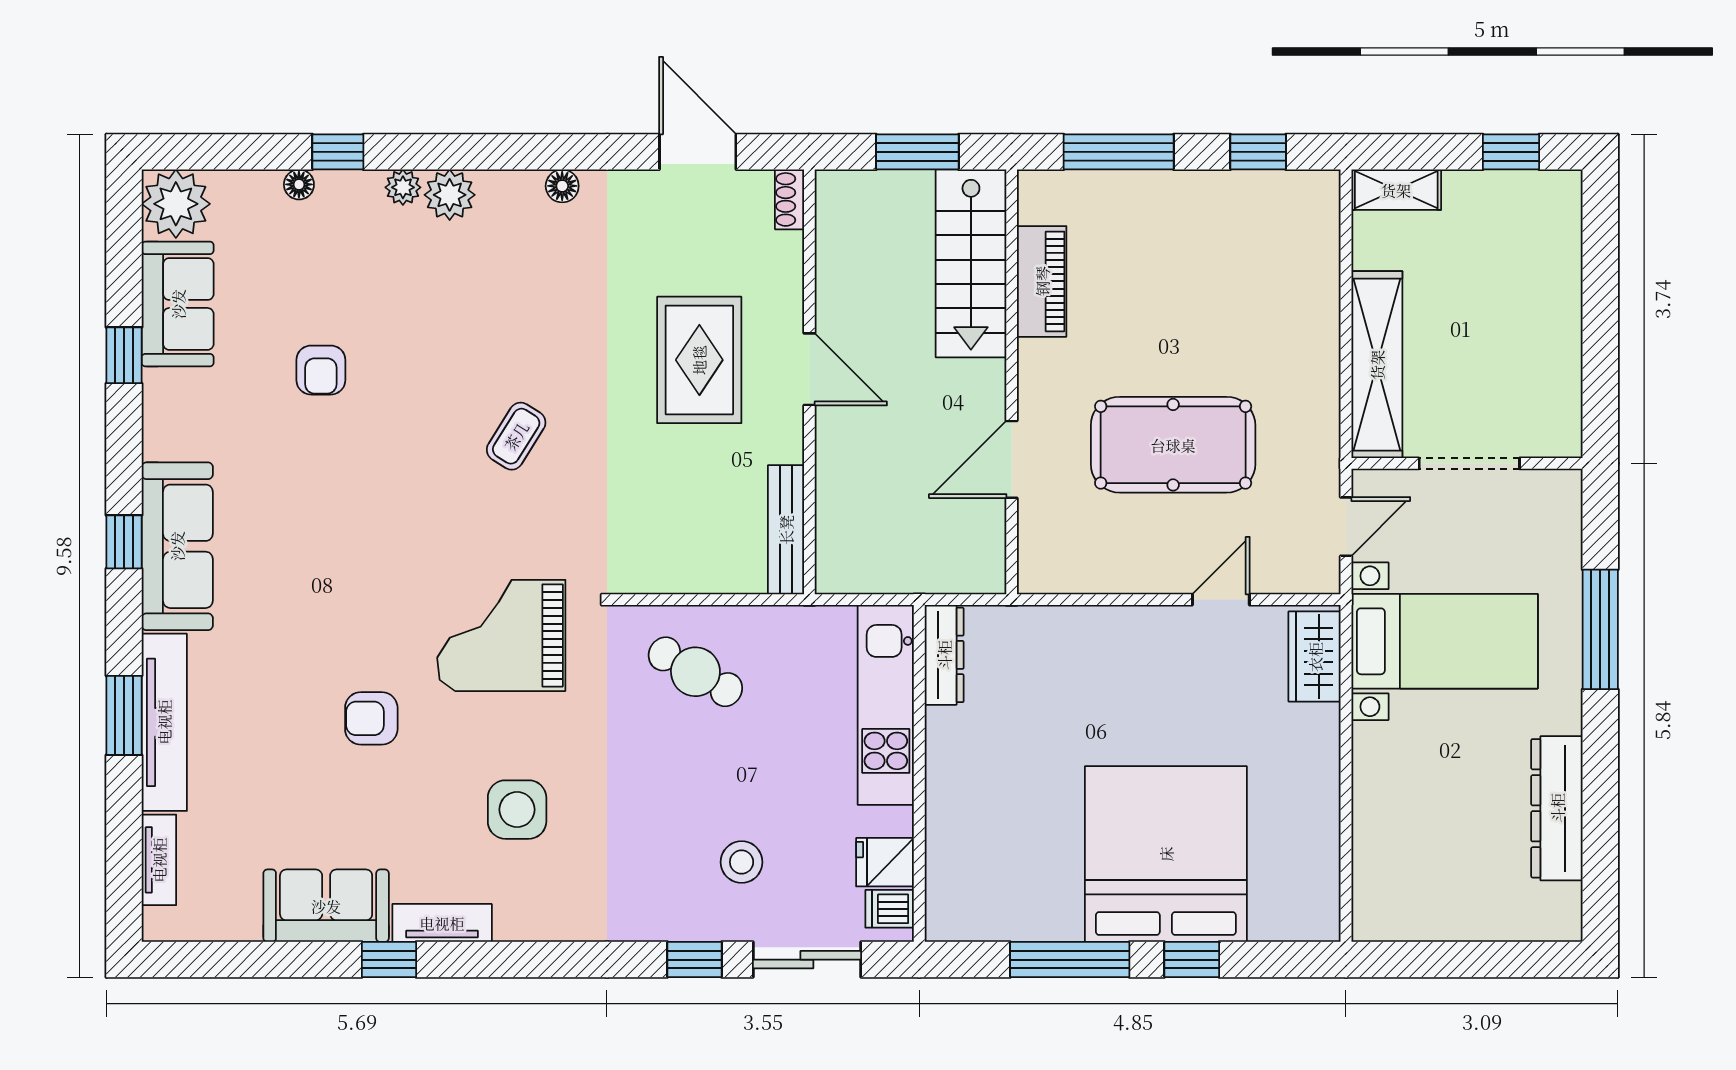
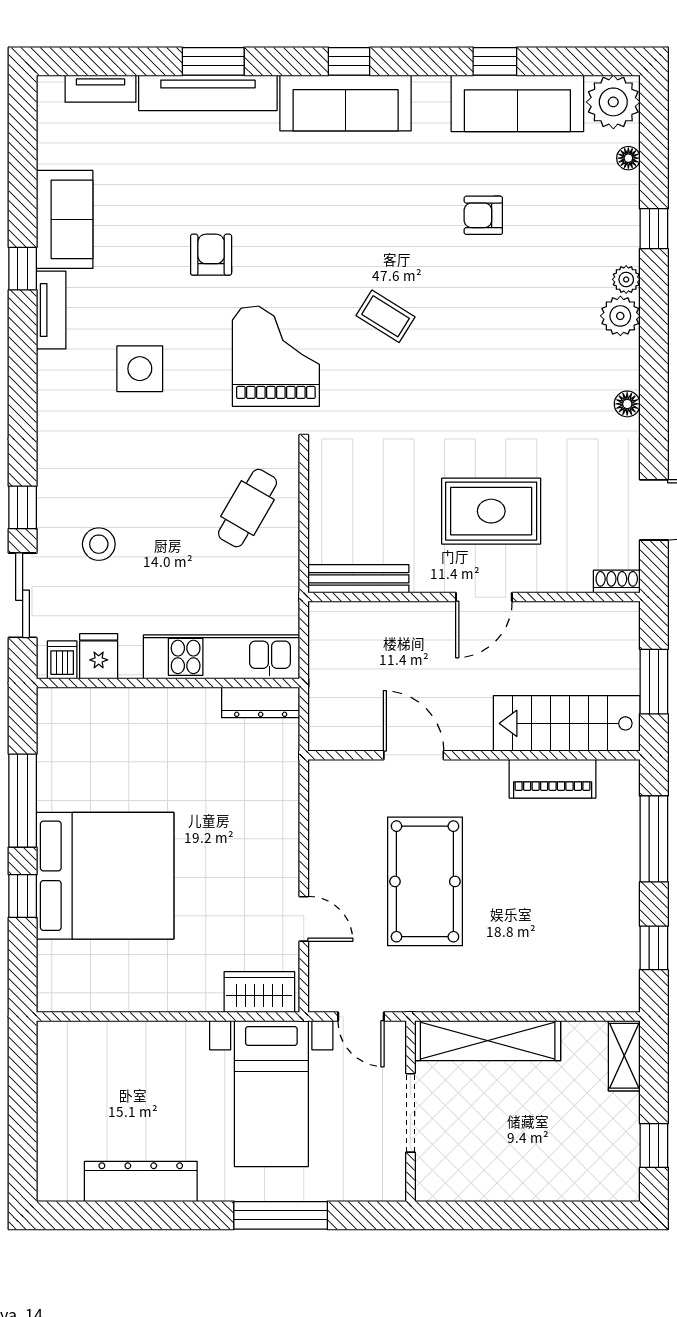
floor lamp: (299, 184) -> (628, 158), moved
sofa: (178, 304) -> (517, 103), width x1.36
coffee table: (516, 436) -> (385, 316), moved

